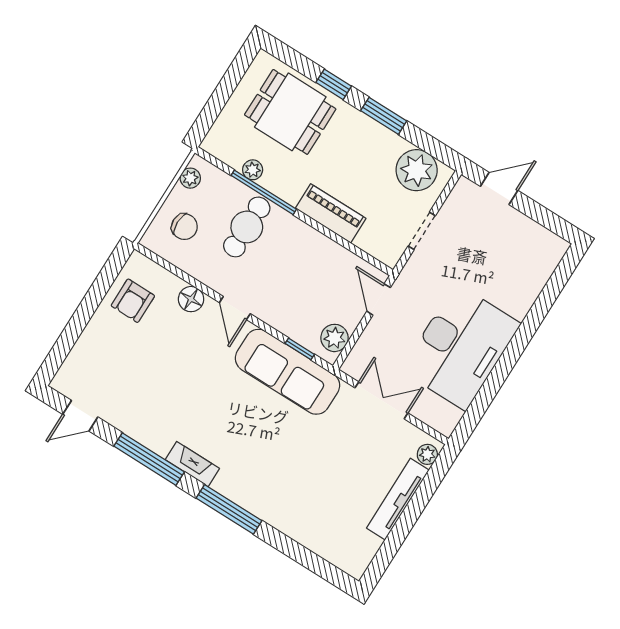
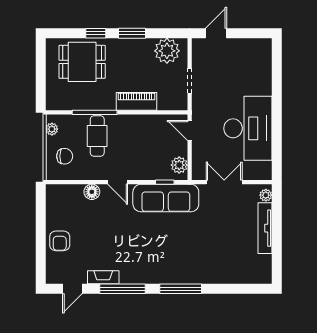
plant: (253, 170) -> (82, 104), removed
armchair: (133, 301) -> (60, 241), moved
fireplace: (192, 464) -> (103, 277), moved

